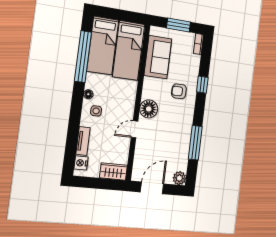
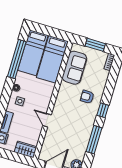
window: (202, 85) -> (103, 110), moved
floor lamp: (149, 109) -> (61, 107), removed
door: (135, 129) -> (47, 120), hinge flipped

